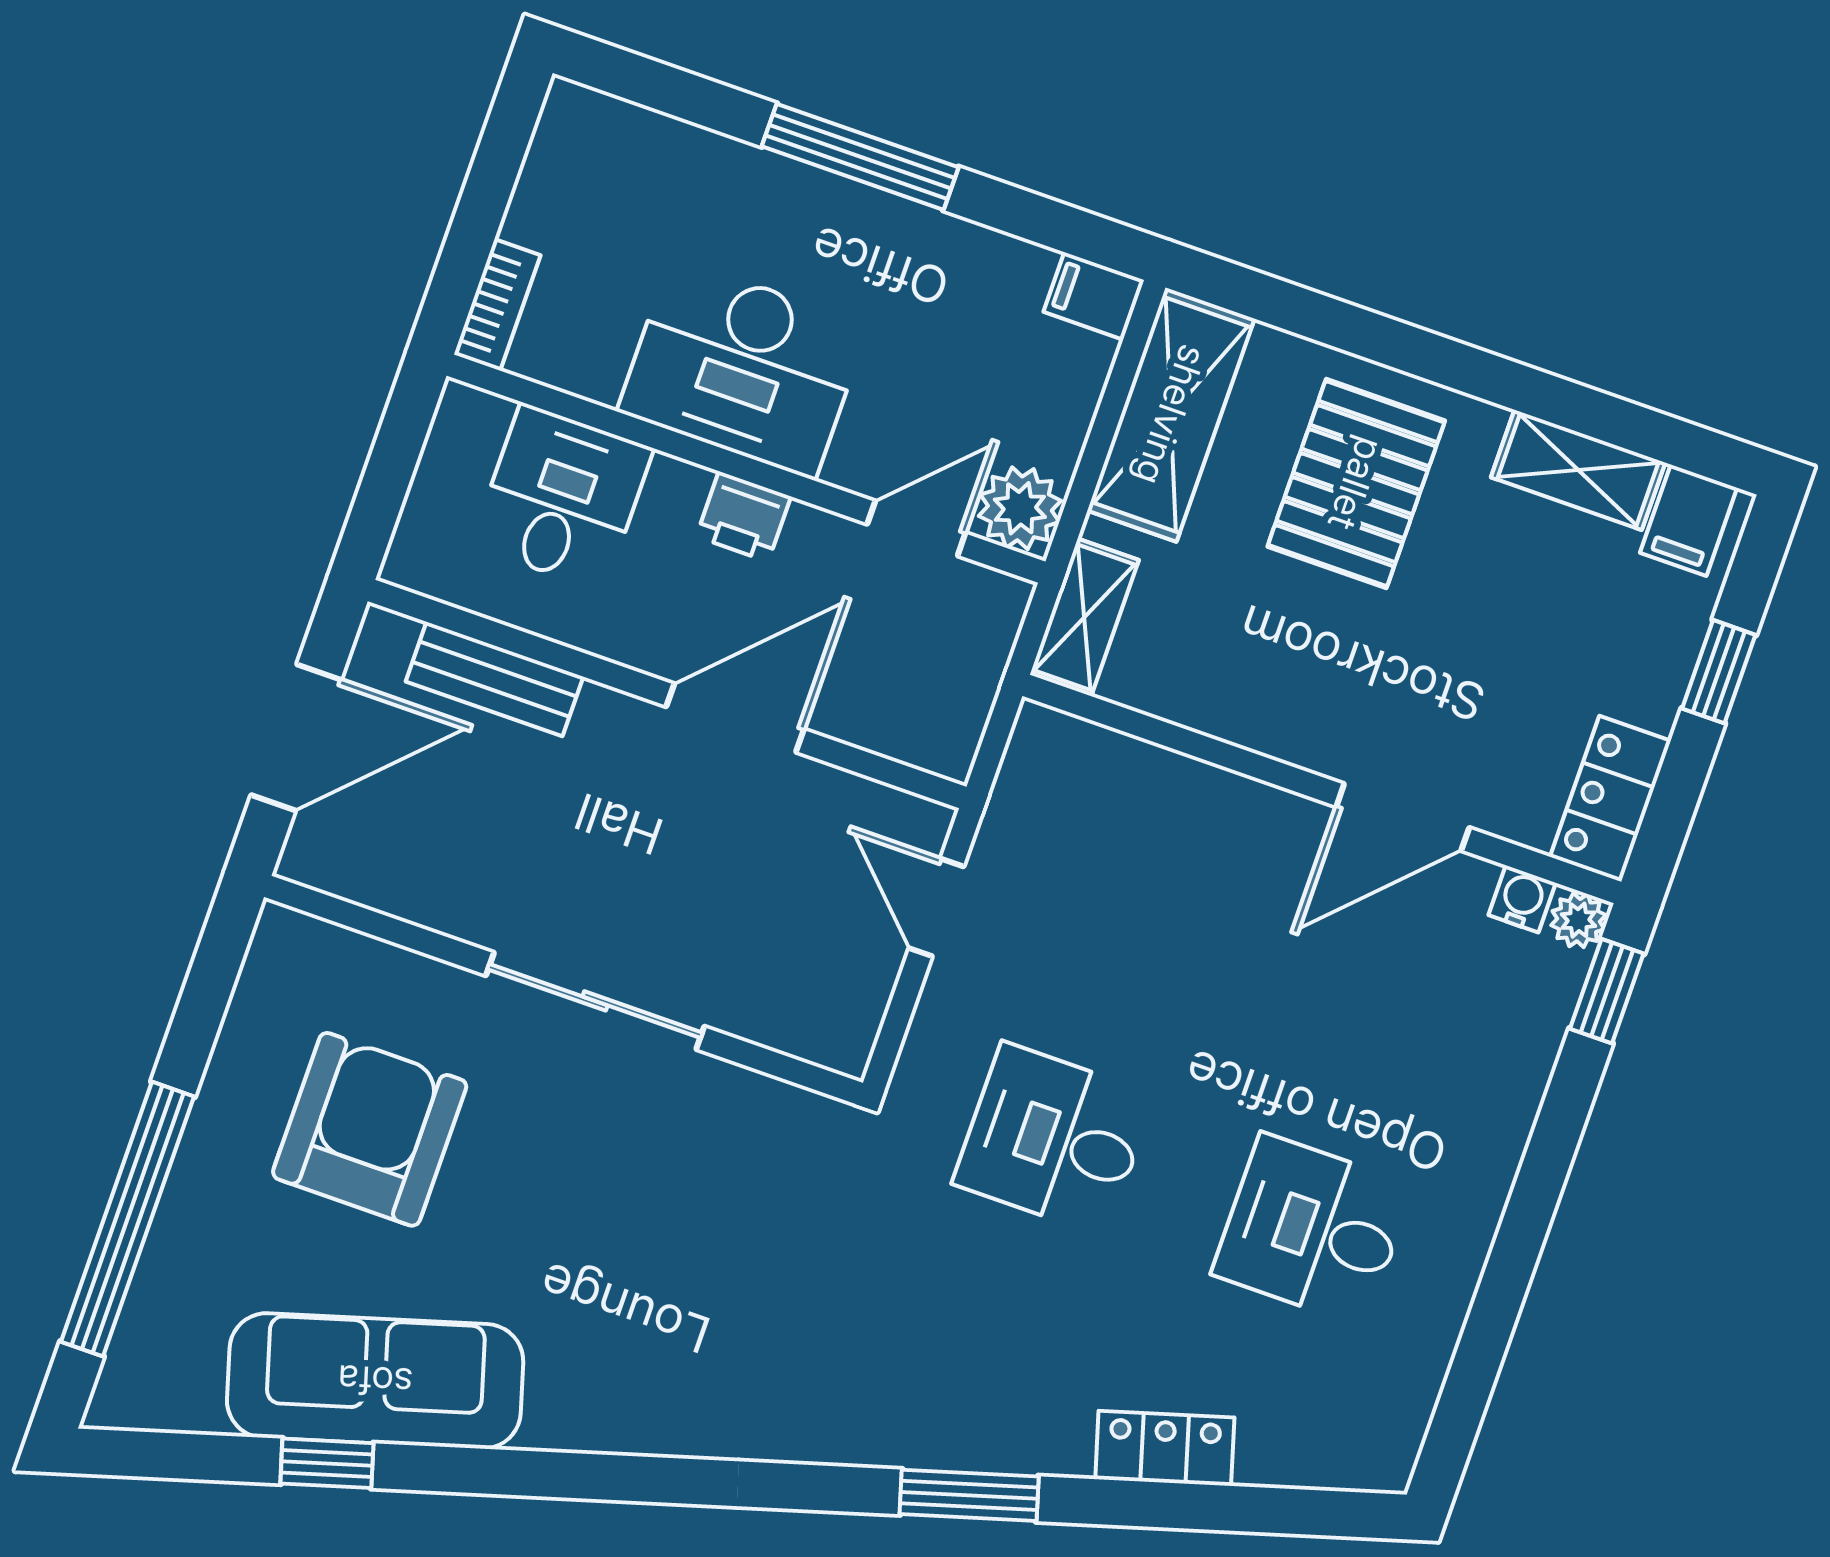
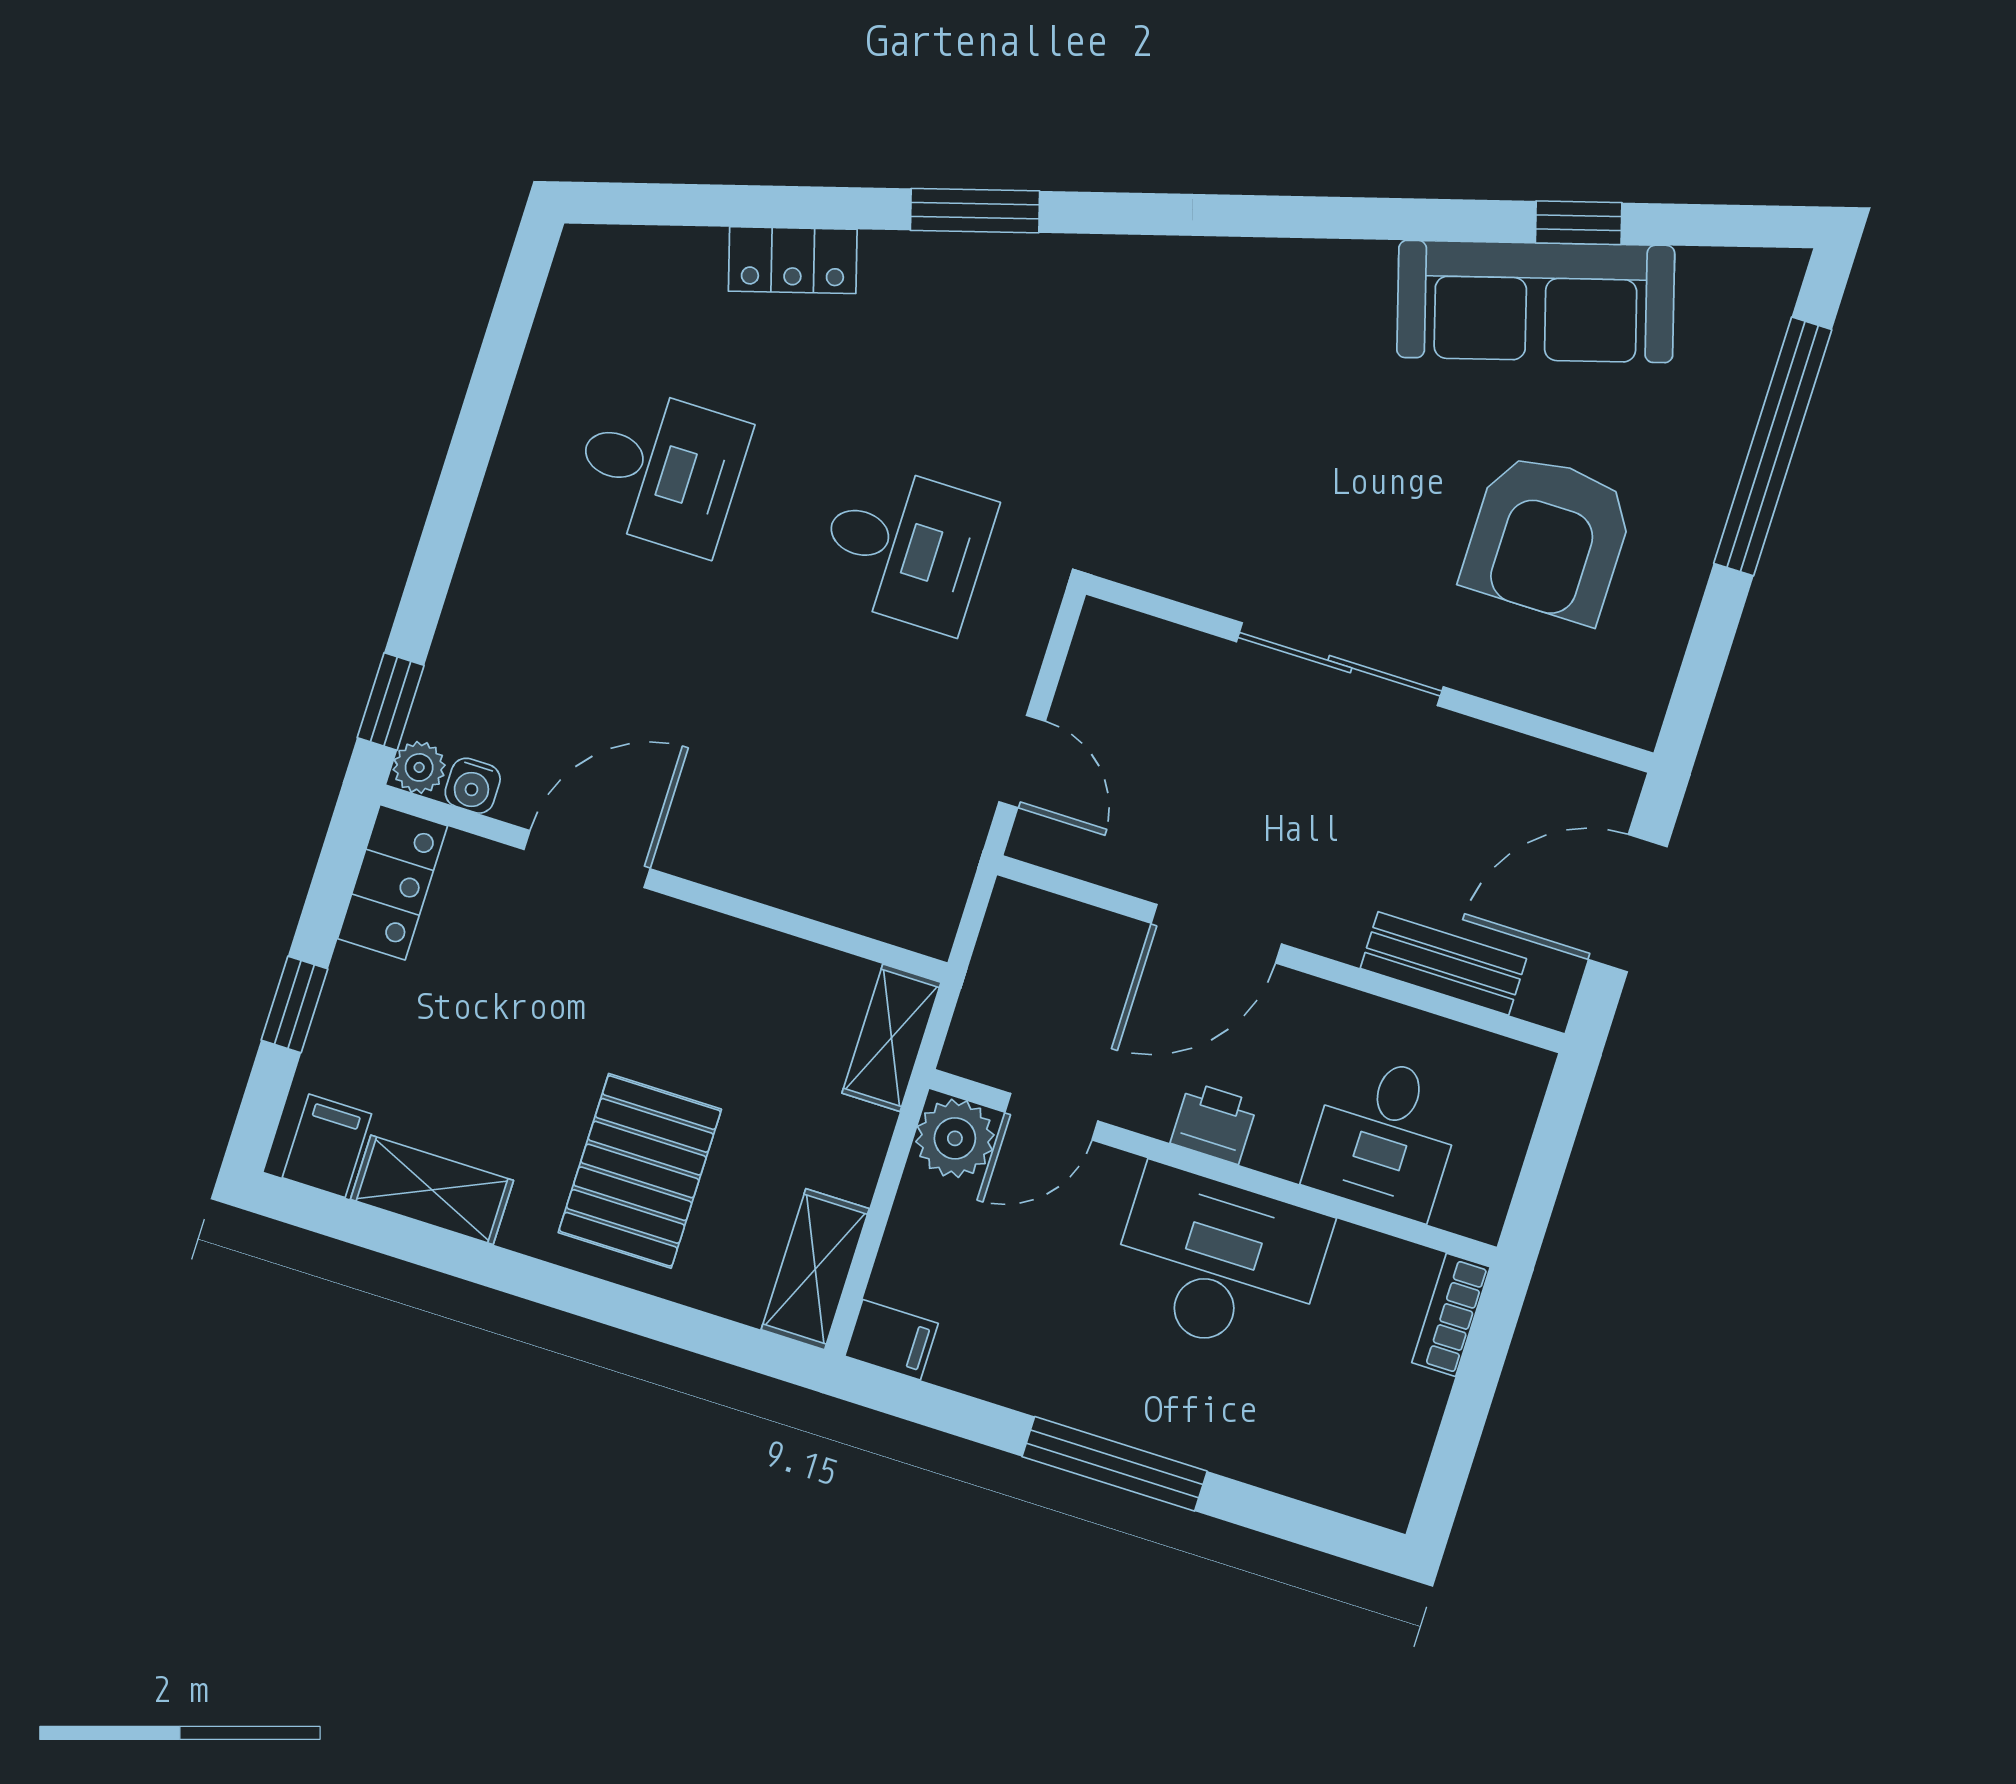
shelving: (1171, 415) -> (815, 1269), width x0.67, depth x0.75

